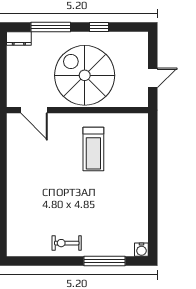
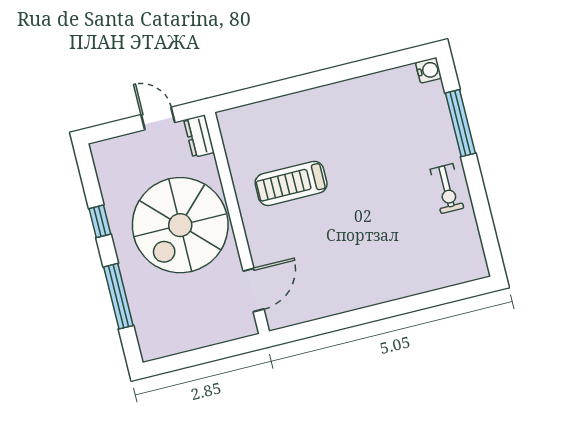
dresser: (19, 39) -> (199, 136), moved, turned 180
treadmill: (93, 149) -> (291, 183), turned 180

